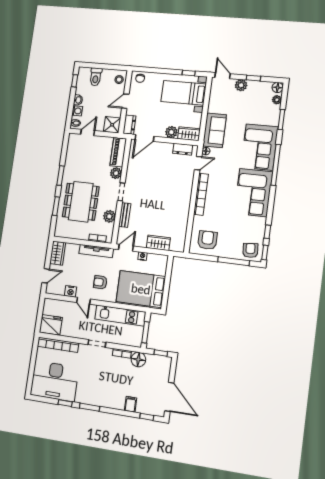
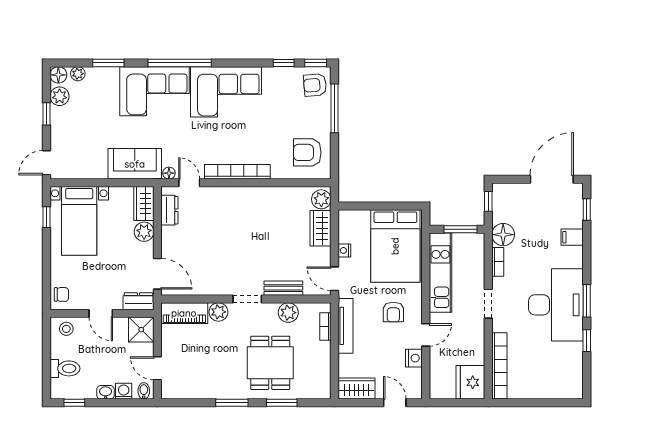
plant: (241, 85) -> (60, 96), moved
dining table: (81, 202) -> (270, 363), width x0.73
plant: (176, 245) -> (321, 199), added
desk: (54, 381) -> (556, 305), moved

